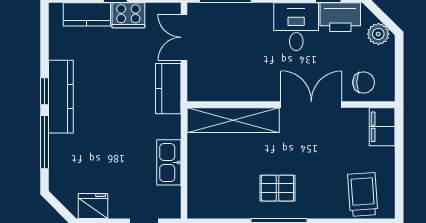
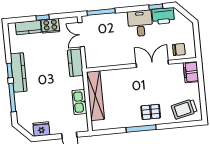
plant: (378, 34) -> (184, 23), removed
shelving: (233, 120) -> (95, 96), moved, turned 90
pallet: (277, 188) -> (151, 112), moved
trolley: (363, 194) -> (184, 109), turned -99

